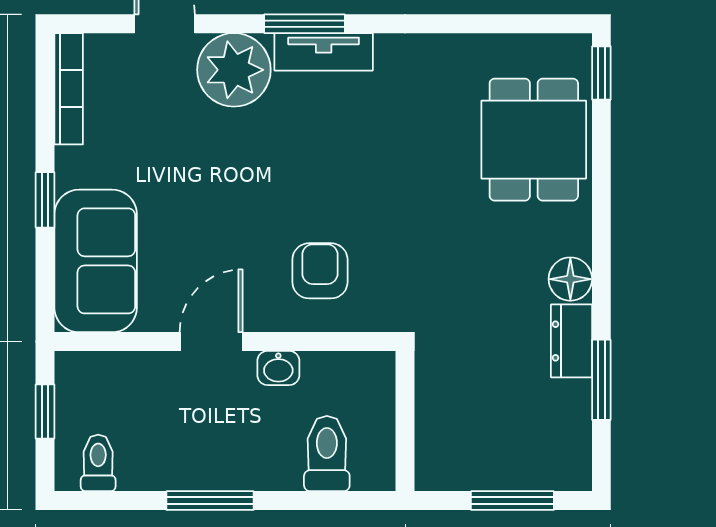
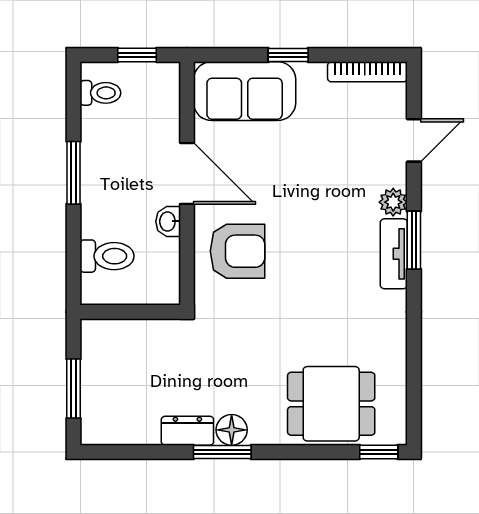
plant: (234, 70) -> (393, 202), width x0.53, depth x0.53
armchair: (320, 271) -> (238, 251), width x1.38, depth x1.38
door: (211, 342) -> (187, 173), width x1.38
window: (601, 380) -> (222, 452), moved

